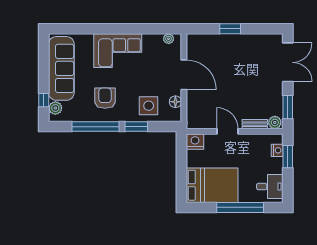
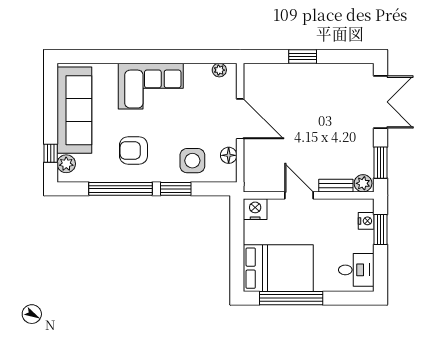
armchair: (105, 98) -> (133, 150), turned -90
window: (240, 207) -> (291, 298), moved

